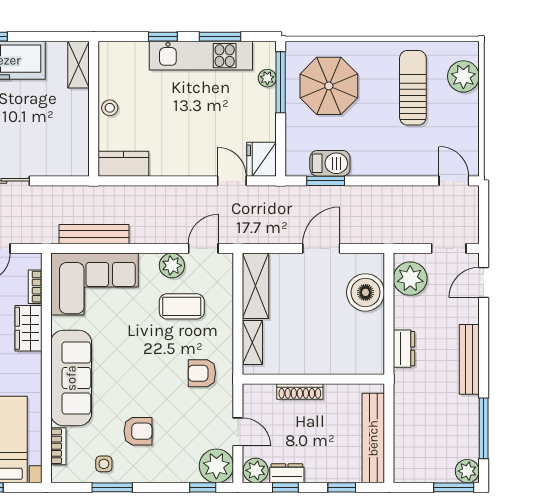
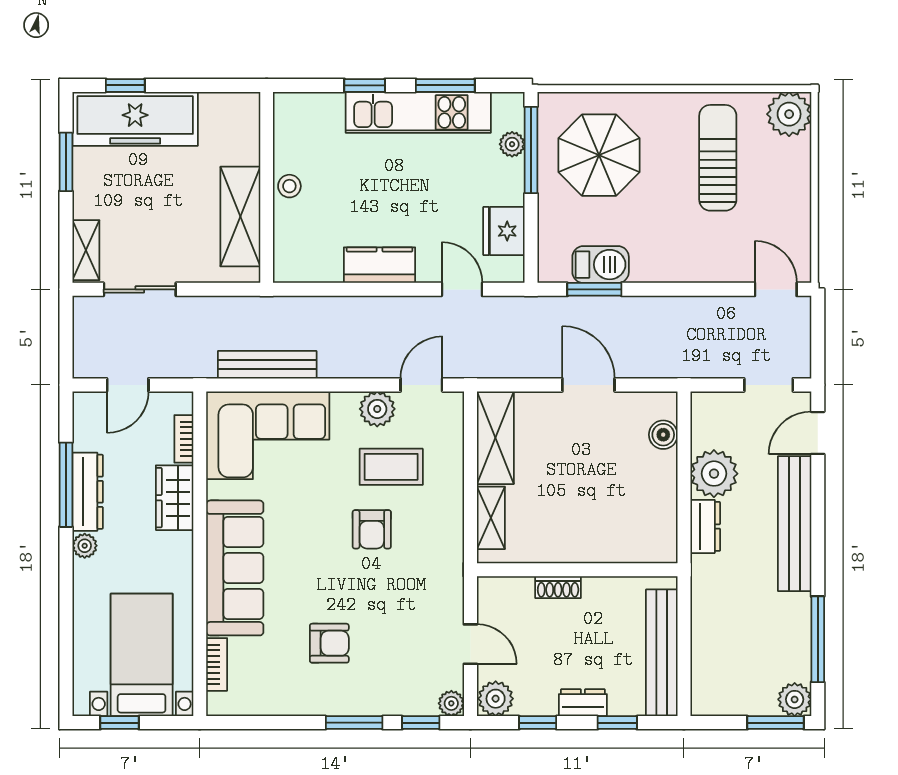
shelving: (79, 65) -> (240, 217), moved, width x1.50, depth x1.33
plant: (463, 76) -> (789, 114), moved
fridge: (262, 159) -> (504, 231), moved
kitchen counter: (123, 164) -> (380, 265), moved
door: (321, 248) -> (588, 385), hinge flipped
plant: (410, 279) -> (714, 474), moved
boiler: (366, 292) -> (663, 435), width x0.54, depth x0.54
bench: (469, 359) -> (795, 524), width x1.37, depth x1.21
armchair: (202, 373) -> (372, 529), moved, turned -90
shoe rack: (300, 392) -> (558, 587), width x0.70
side table: (104, 464) -> (281, 689), removed
plant: (216, 466) -> (451, 703), width x0.53, depth x0.53
dresser: (287, 473) -> (583, 703), moved
window: (112, 487) -> (354, 723), moved

